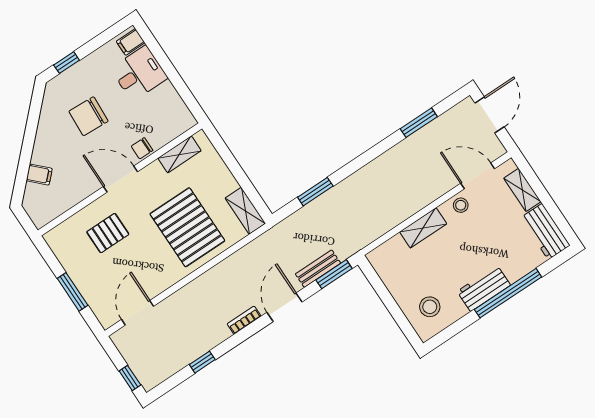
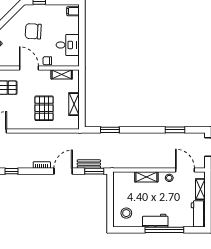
desk: (139, 73) -> (68, 45), moved
shelving: (245, 211) -> (74, 104), moved
pallet: (187, 227) -> (44, 108), width x0.73, depth x0.71

